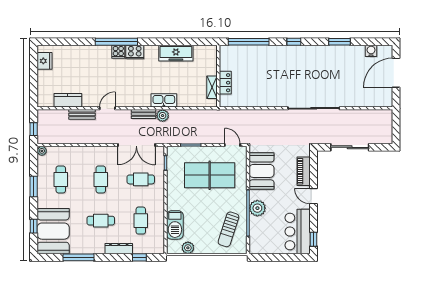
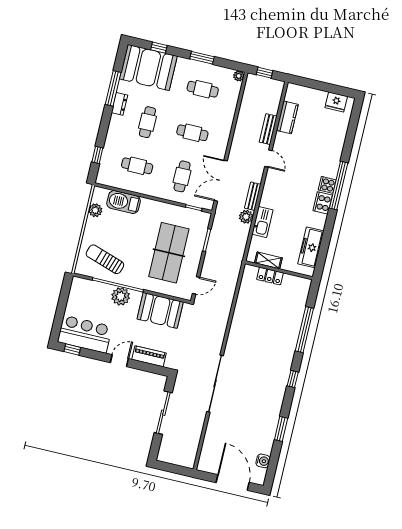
wall: (218, 76) -> (279, 270), moved
locker: (225, 83) -> (270, 276), moved
shelving: (212, 87) -> (268, 260), moved
dresser: (119, 249) -> (120, 104), moved, width x0.70

